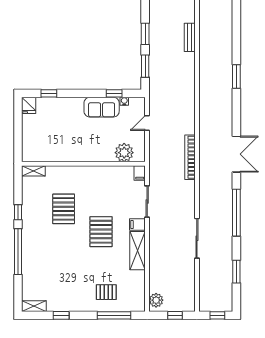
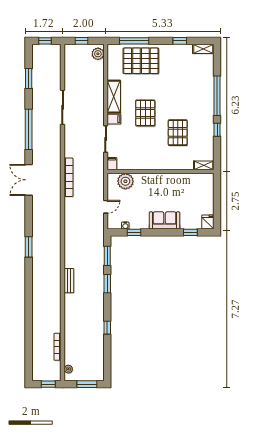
sofa: (102, 107) -> (165, 220), moved
pallet: (106, 292) -> (141, 61), width x2.05, depth x2.00

